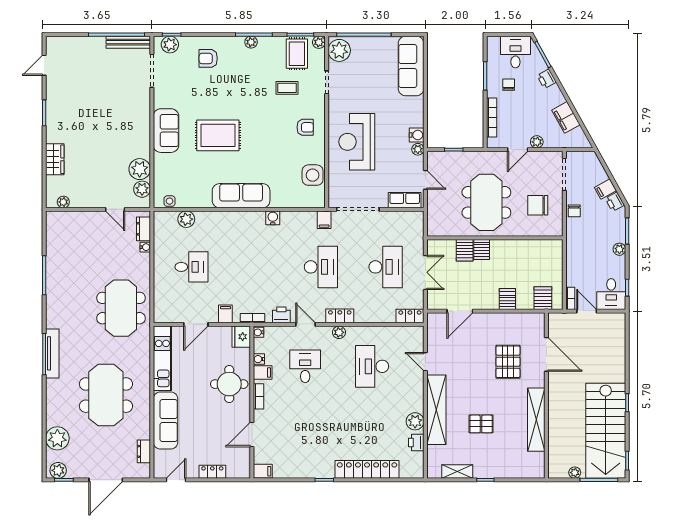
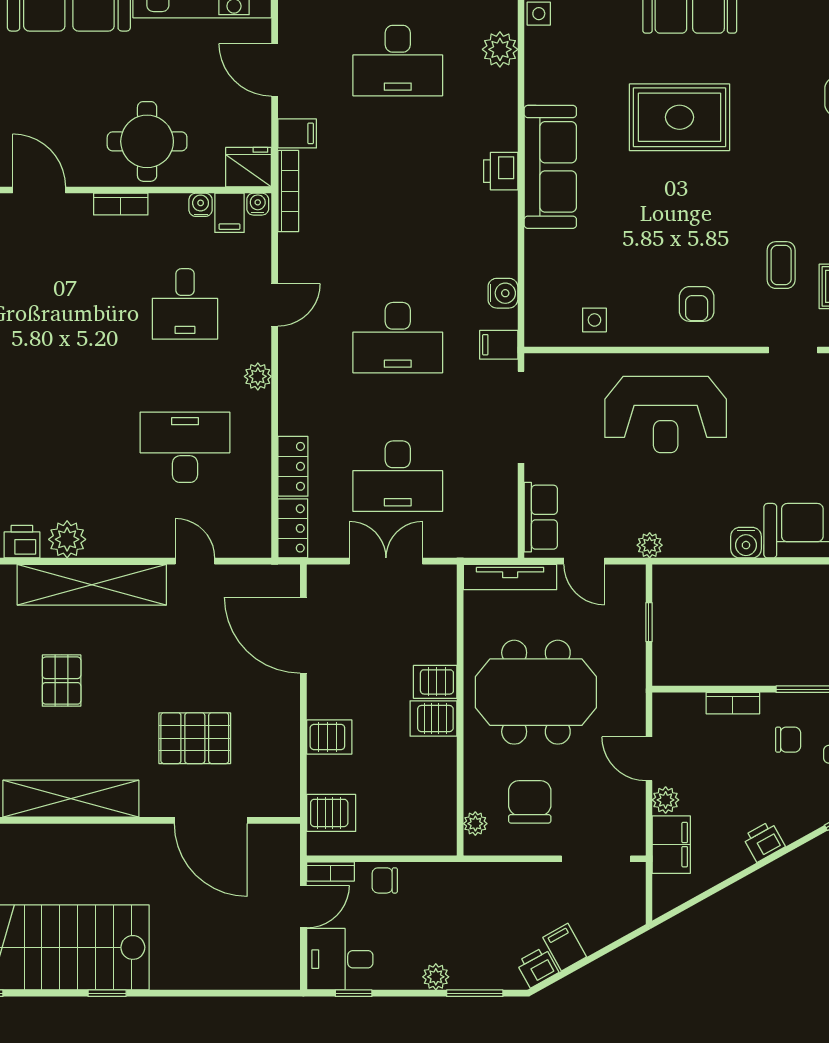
printer: (547, 79) -> (764, 841), moved
bookcase: (492, 117) -> (733, 703), width x0.64
filing cabinet: (566, 117) -> (671, 845), moved, turned 119
rug: (218, 135) -> (679, 117), turned 90
water cooler: (417, 135) -> (746, 543), moved
reception desk: (357, 142) -> (666, 414), turned 180
side table: (313, 175) -> (594, 320), width x0.54, depth x0.54
door: (425, 180) -> (584, 561), hinge flipped
chair: (574, 211) -> (385, 880), moved
tv unit: (433, 214) -> (510, 577), added
water cooler: (273, 218) -> (503, 293), moved
plant: (548, 231) -> (475, 824), added
server rack: (465, 250) -> (434, 719), moved
desk: (191, 267) -> (398, 61), width x1.37
double door: (425, 272) -> (386, 561), swing flipped
door: (460, 311) -> (303, 635), width x1.36
printer: (281, 315) -> (501, 171), moved, turned 180
locker: (340, 316) -> (293, 466), moved
bookcase: (252, 318) -> (288, 191), width x1.56
door: (546, 354) -> (211, 820), hinge flipped
door: (425, 362) -> (195, 561), hinge flipped
desk: (305, 366) -> (185, 304), turned 90
filing cabinet: (263, 373) -> (229, 213), moved

